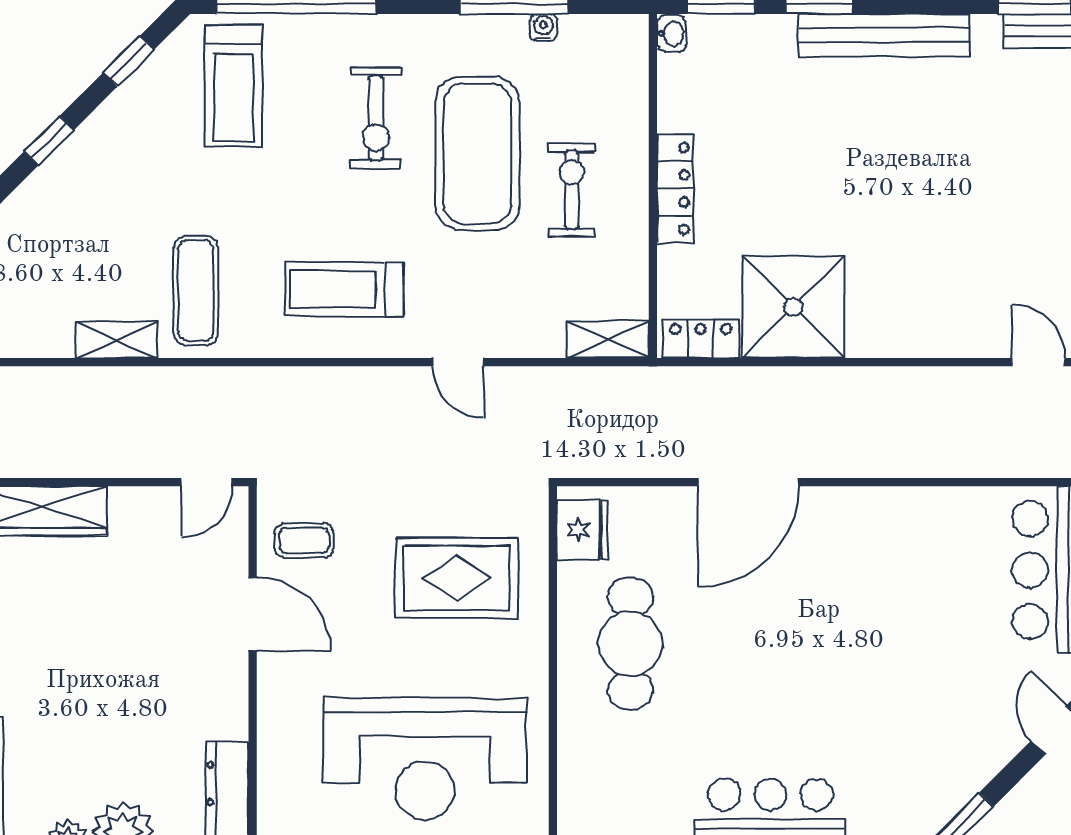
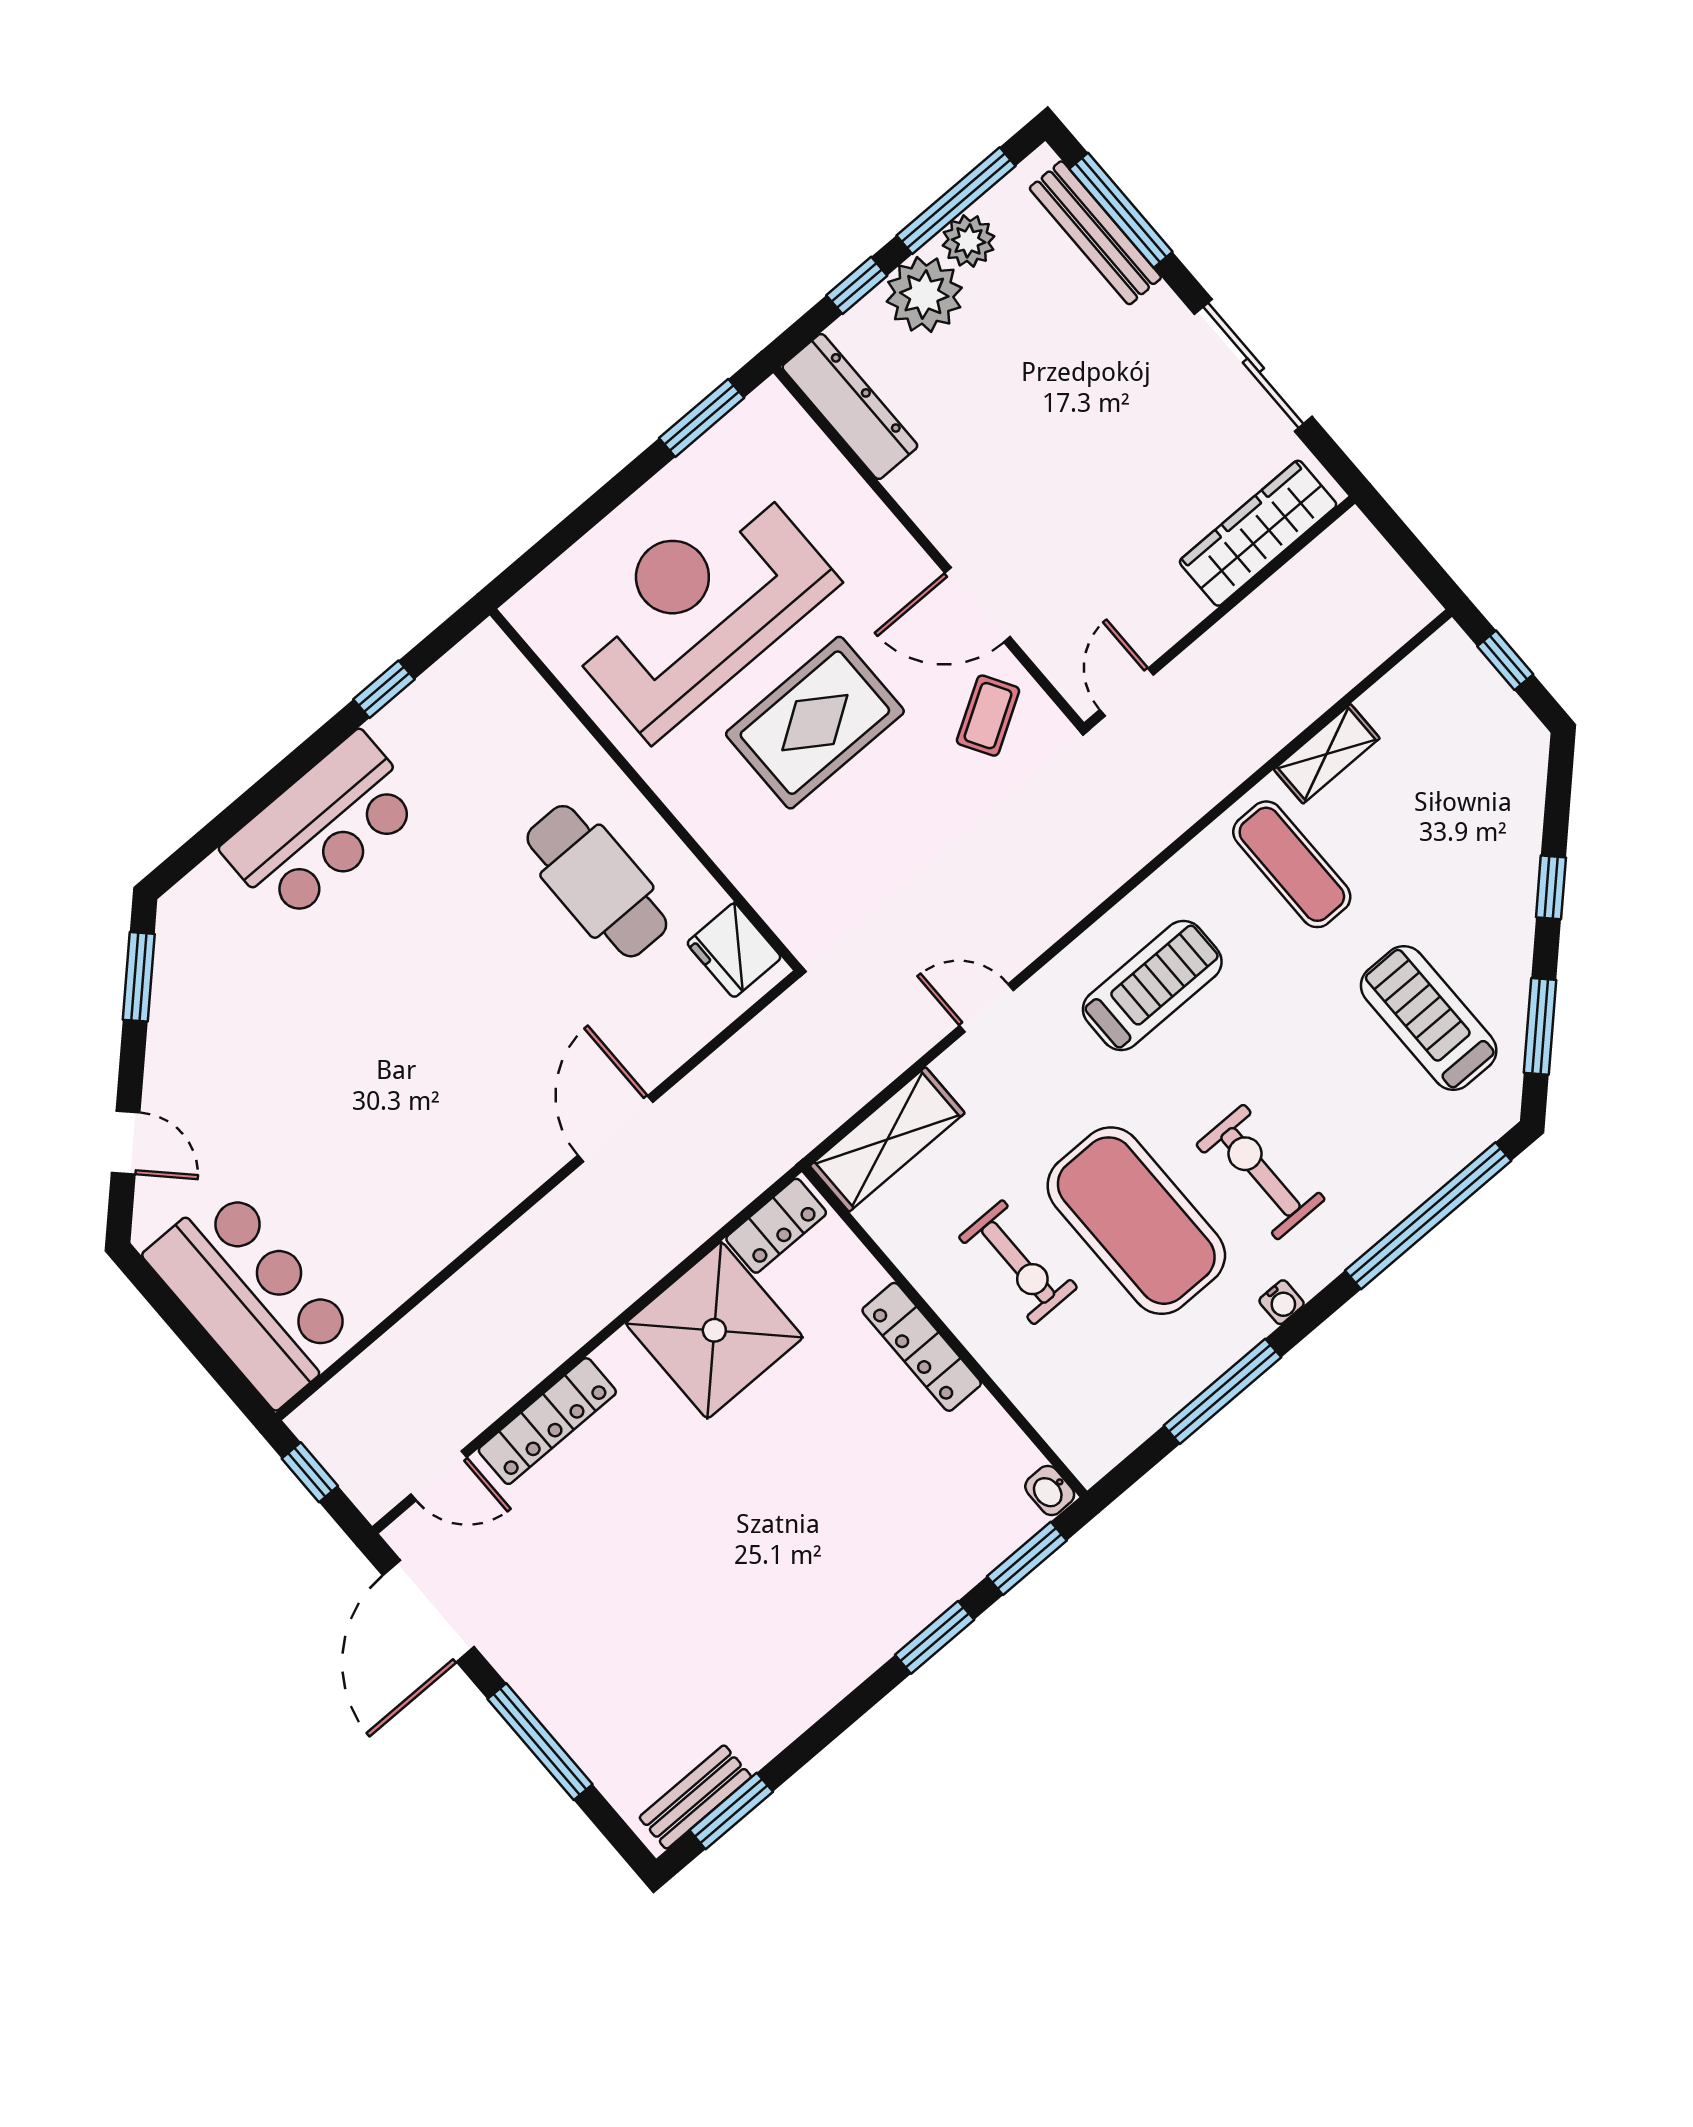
water cooler: (543, 27) -> (1282, 1302), moved
bench: (884, 35) -> (848, 1660), removed
window: (128, 61) -> (1540, 1026), width x1.50
treadmill: (233, 86) -> (1429, 1018), moved
locker: (943, 339) -> (547, 1421), added
shelving: (608, 340) -> (887, 1139), width x1.50, depth x1.33
door: (748, 482) -> (616, 1129), width x0.73
coffee table: (304, 540) -> (988, 716), turned -31
rug: (457, 578) -> (815, 723), moved

